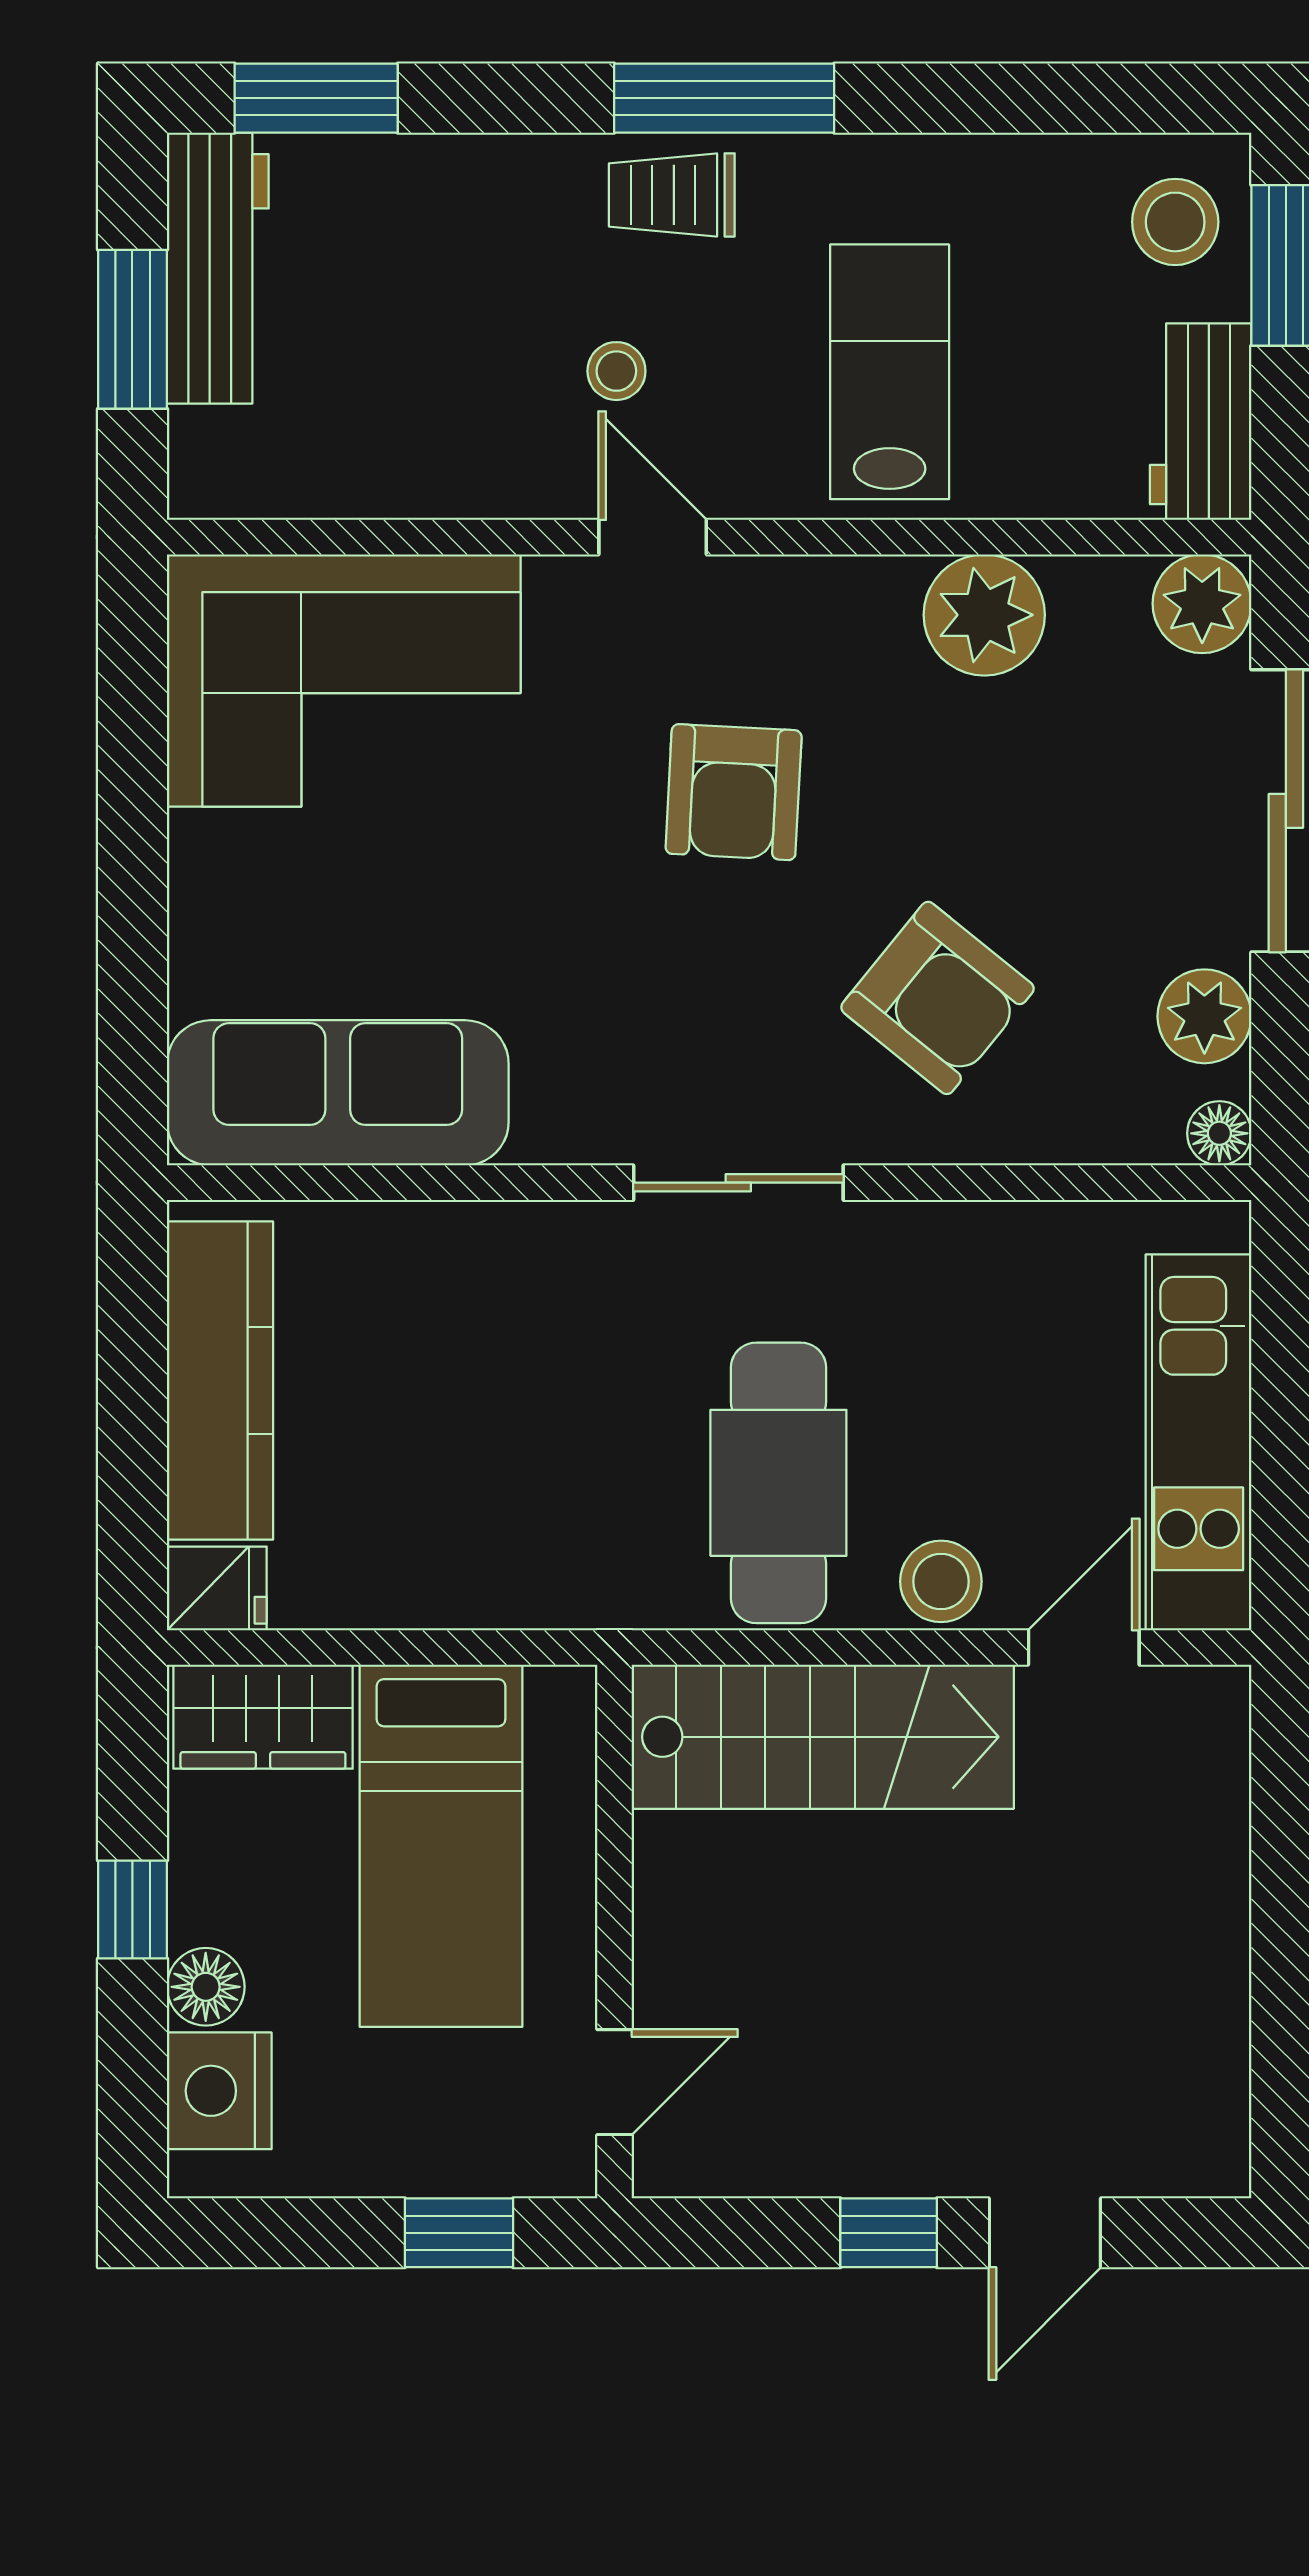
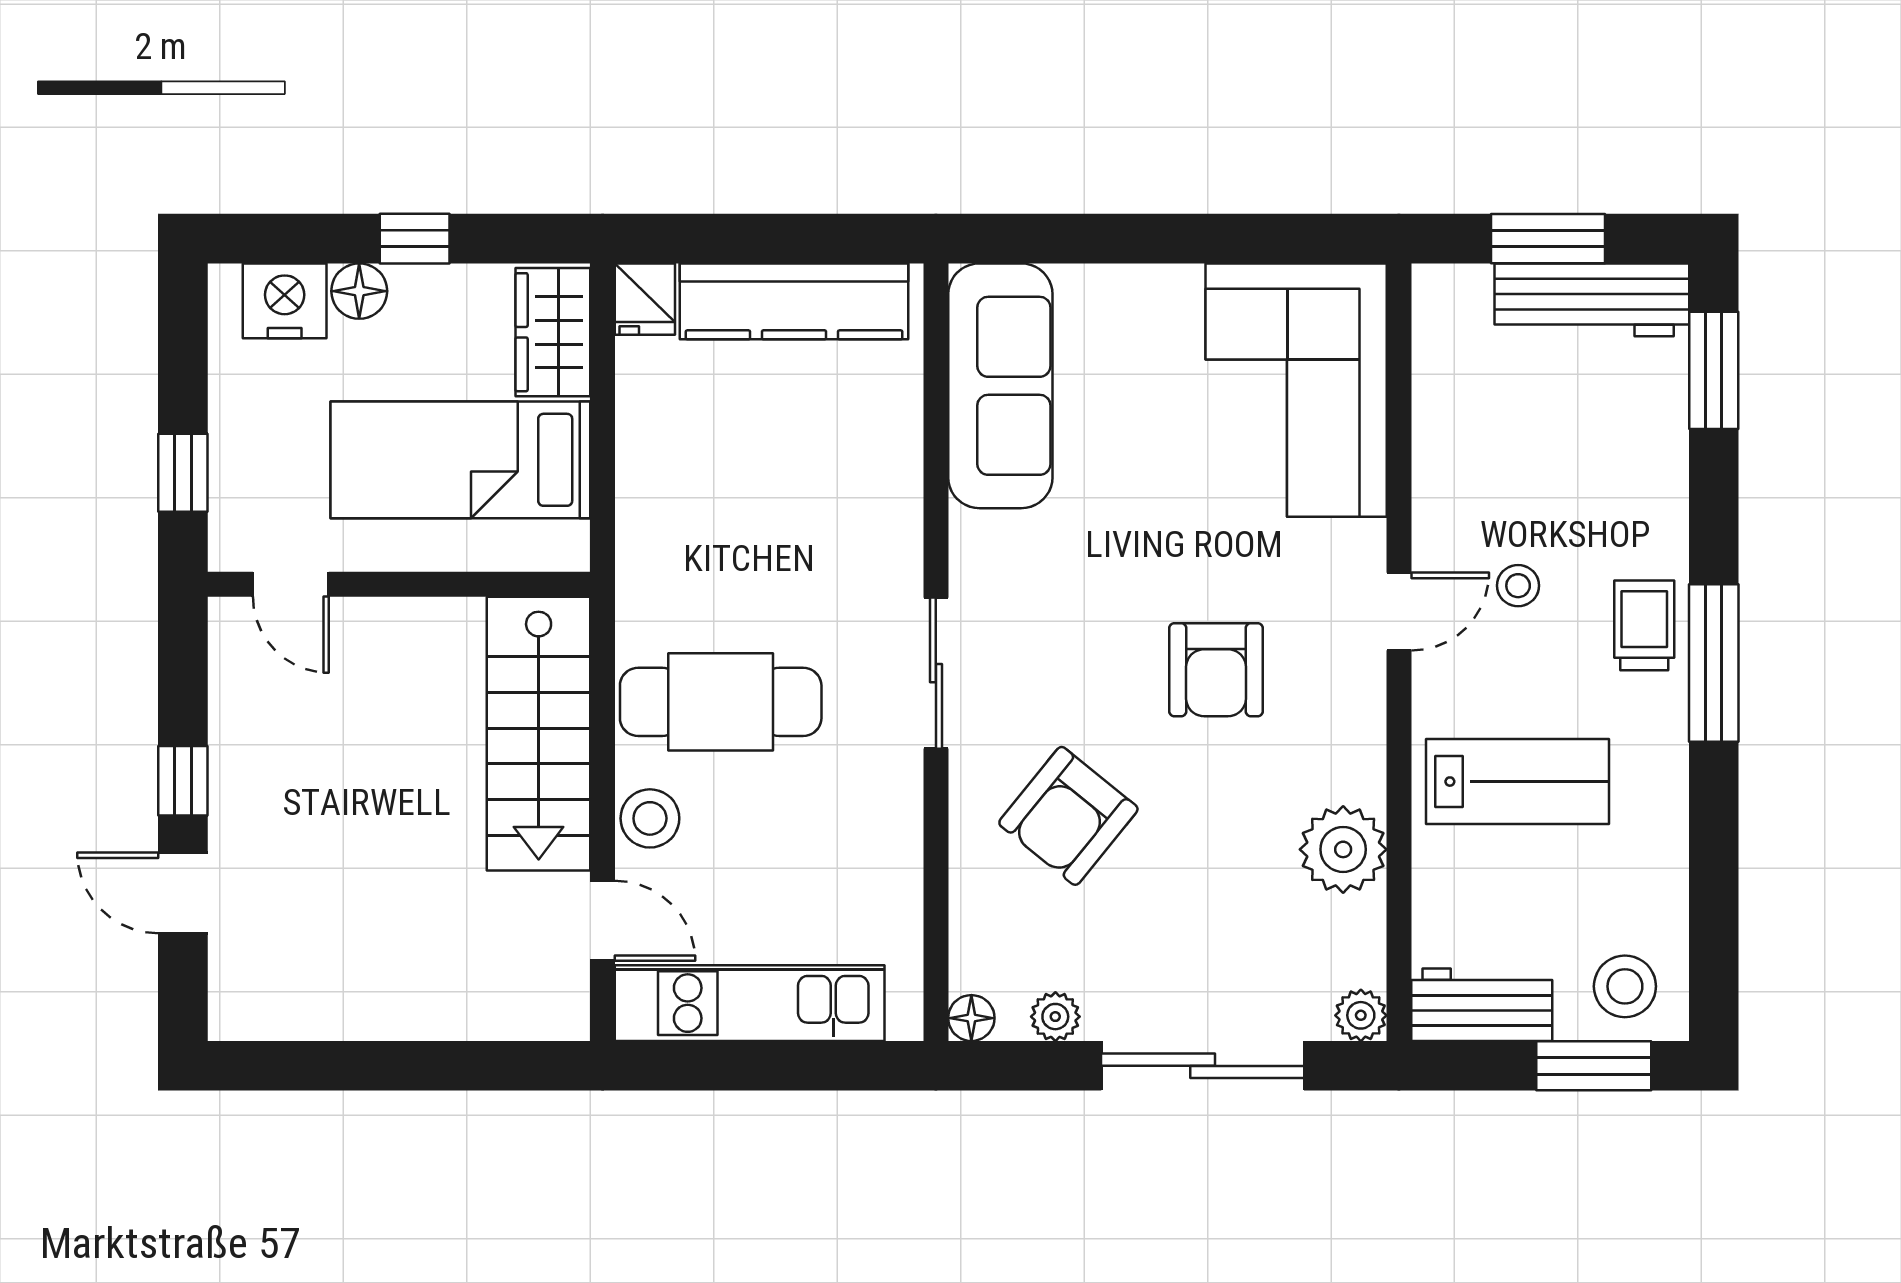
plant: (1202, 604) -> (1361, 1015), width x0.73, depth x0.73
armchair: (734, 792) -> (1216, 670), turned -93
plant: (1204, 1016) -> (1055, 1017), width x0.73, depth x0.73

